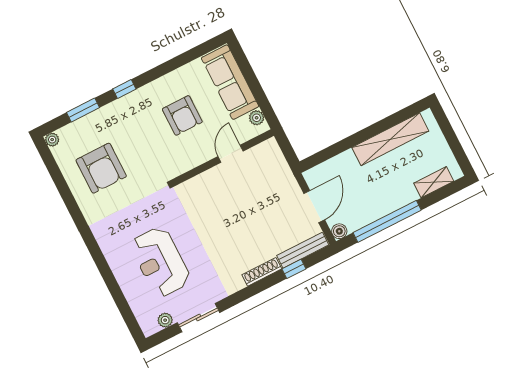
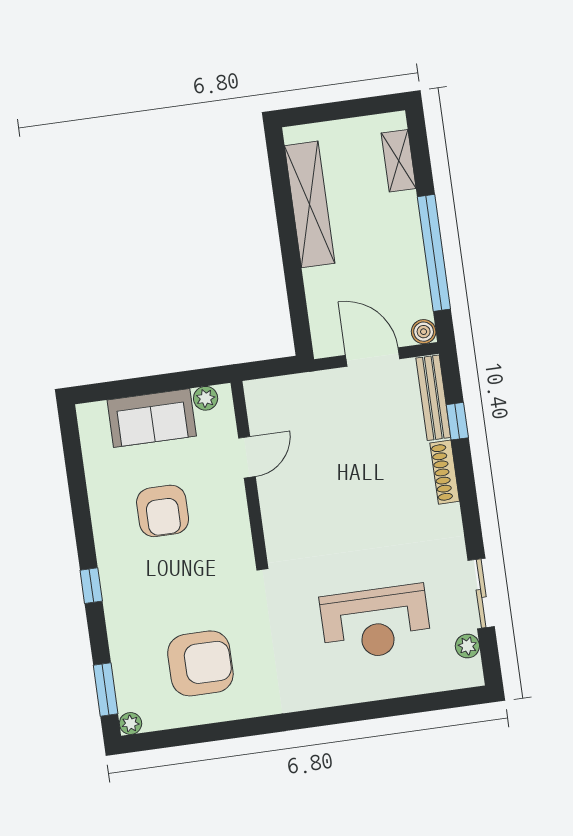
sofa: (230, 82) -> (152, 418), width x0.73
window: (83, 110) -> (106, 689), moved
armchair: (182, 115) -> (163, 511), turned 90
door: (231, 154) -> (247, 457), swing flipped

